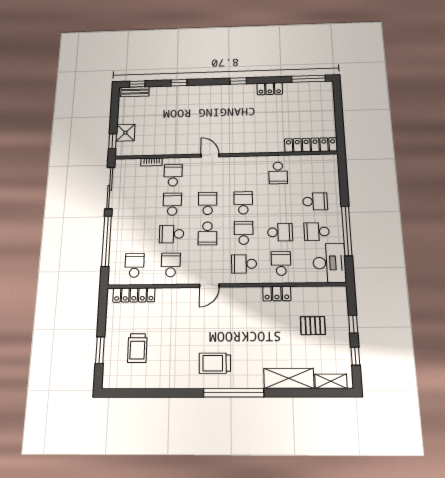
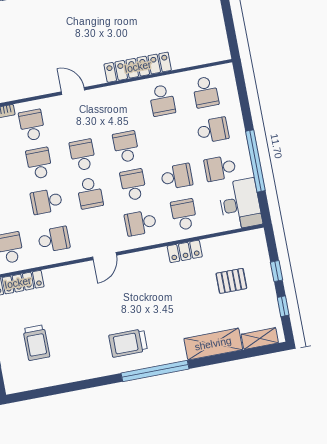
locker: (311, 145) -> (138, 67), moved
school desk: (314, 172) -> (206, 92), added
school desk: (171, 265) -> (54, 239), turned 90

